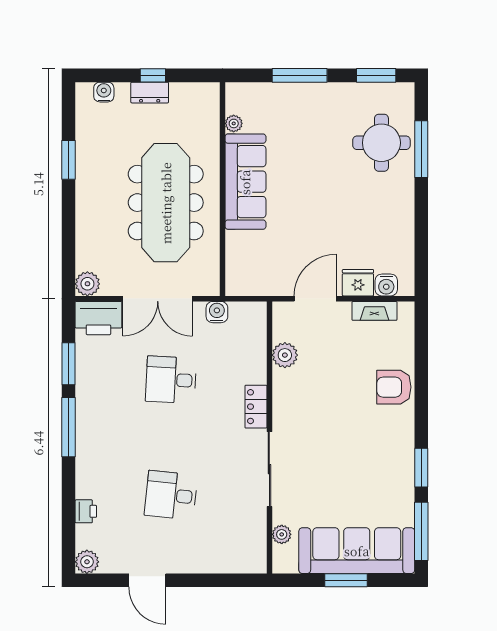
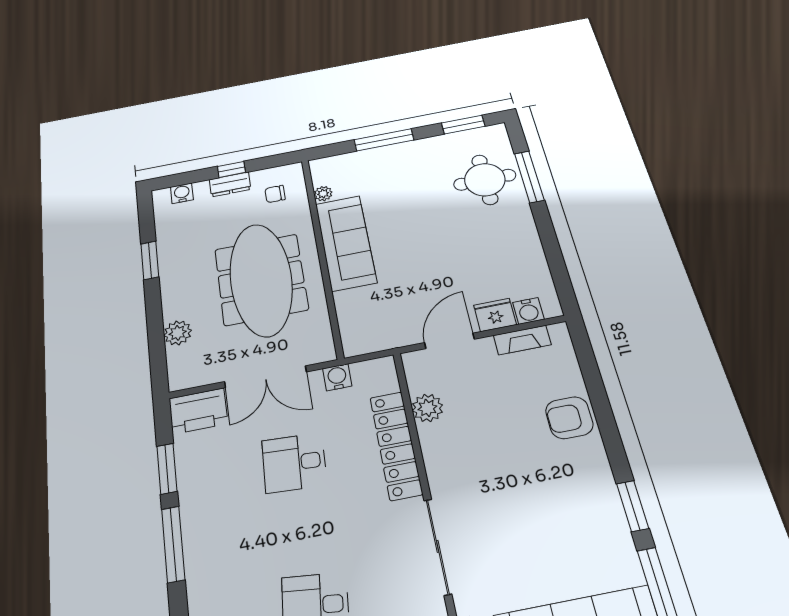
chair: (190, 113) -> (275, 194), added
plant: (87, 284) -> (178, 333), moved
locker: (256, 407) -> (396, 445), width x2.16, depth x1.21

